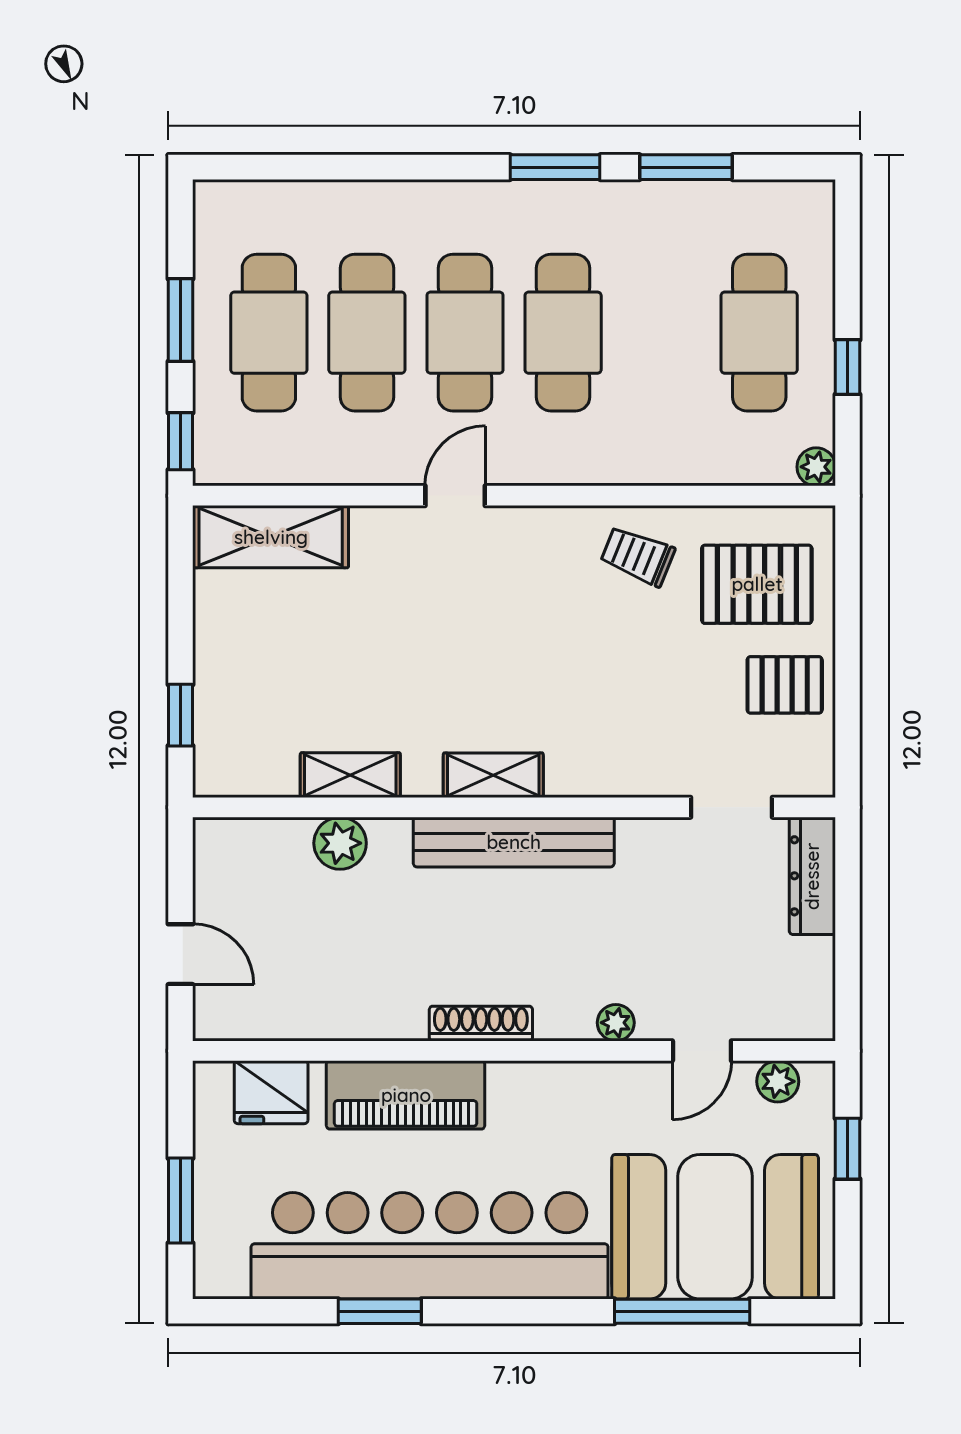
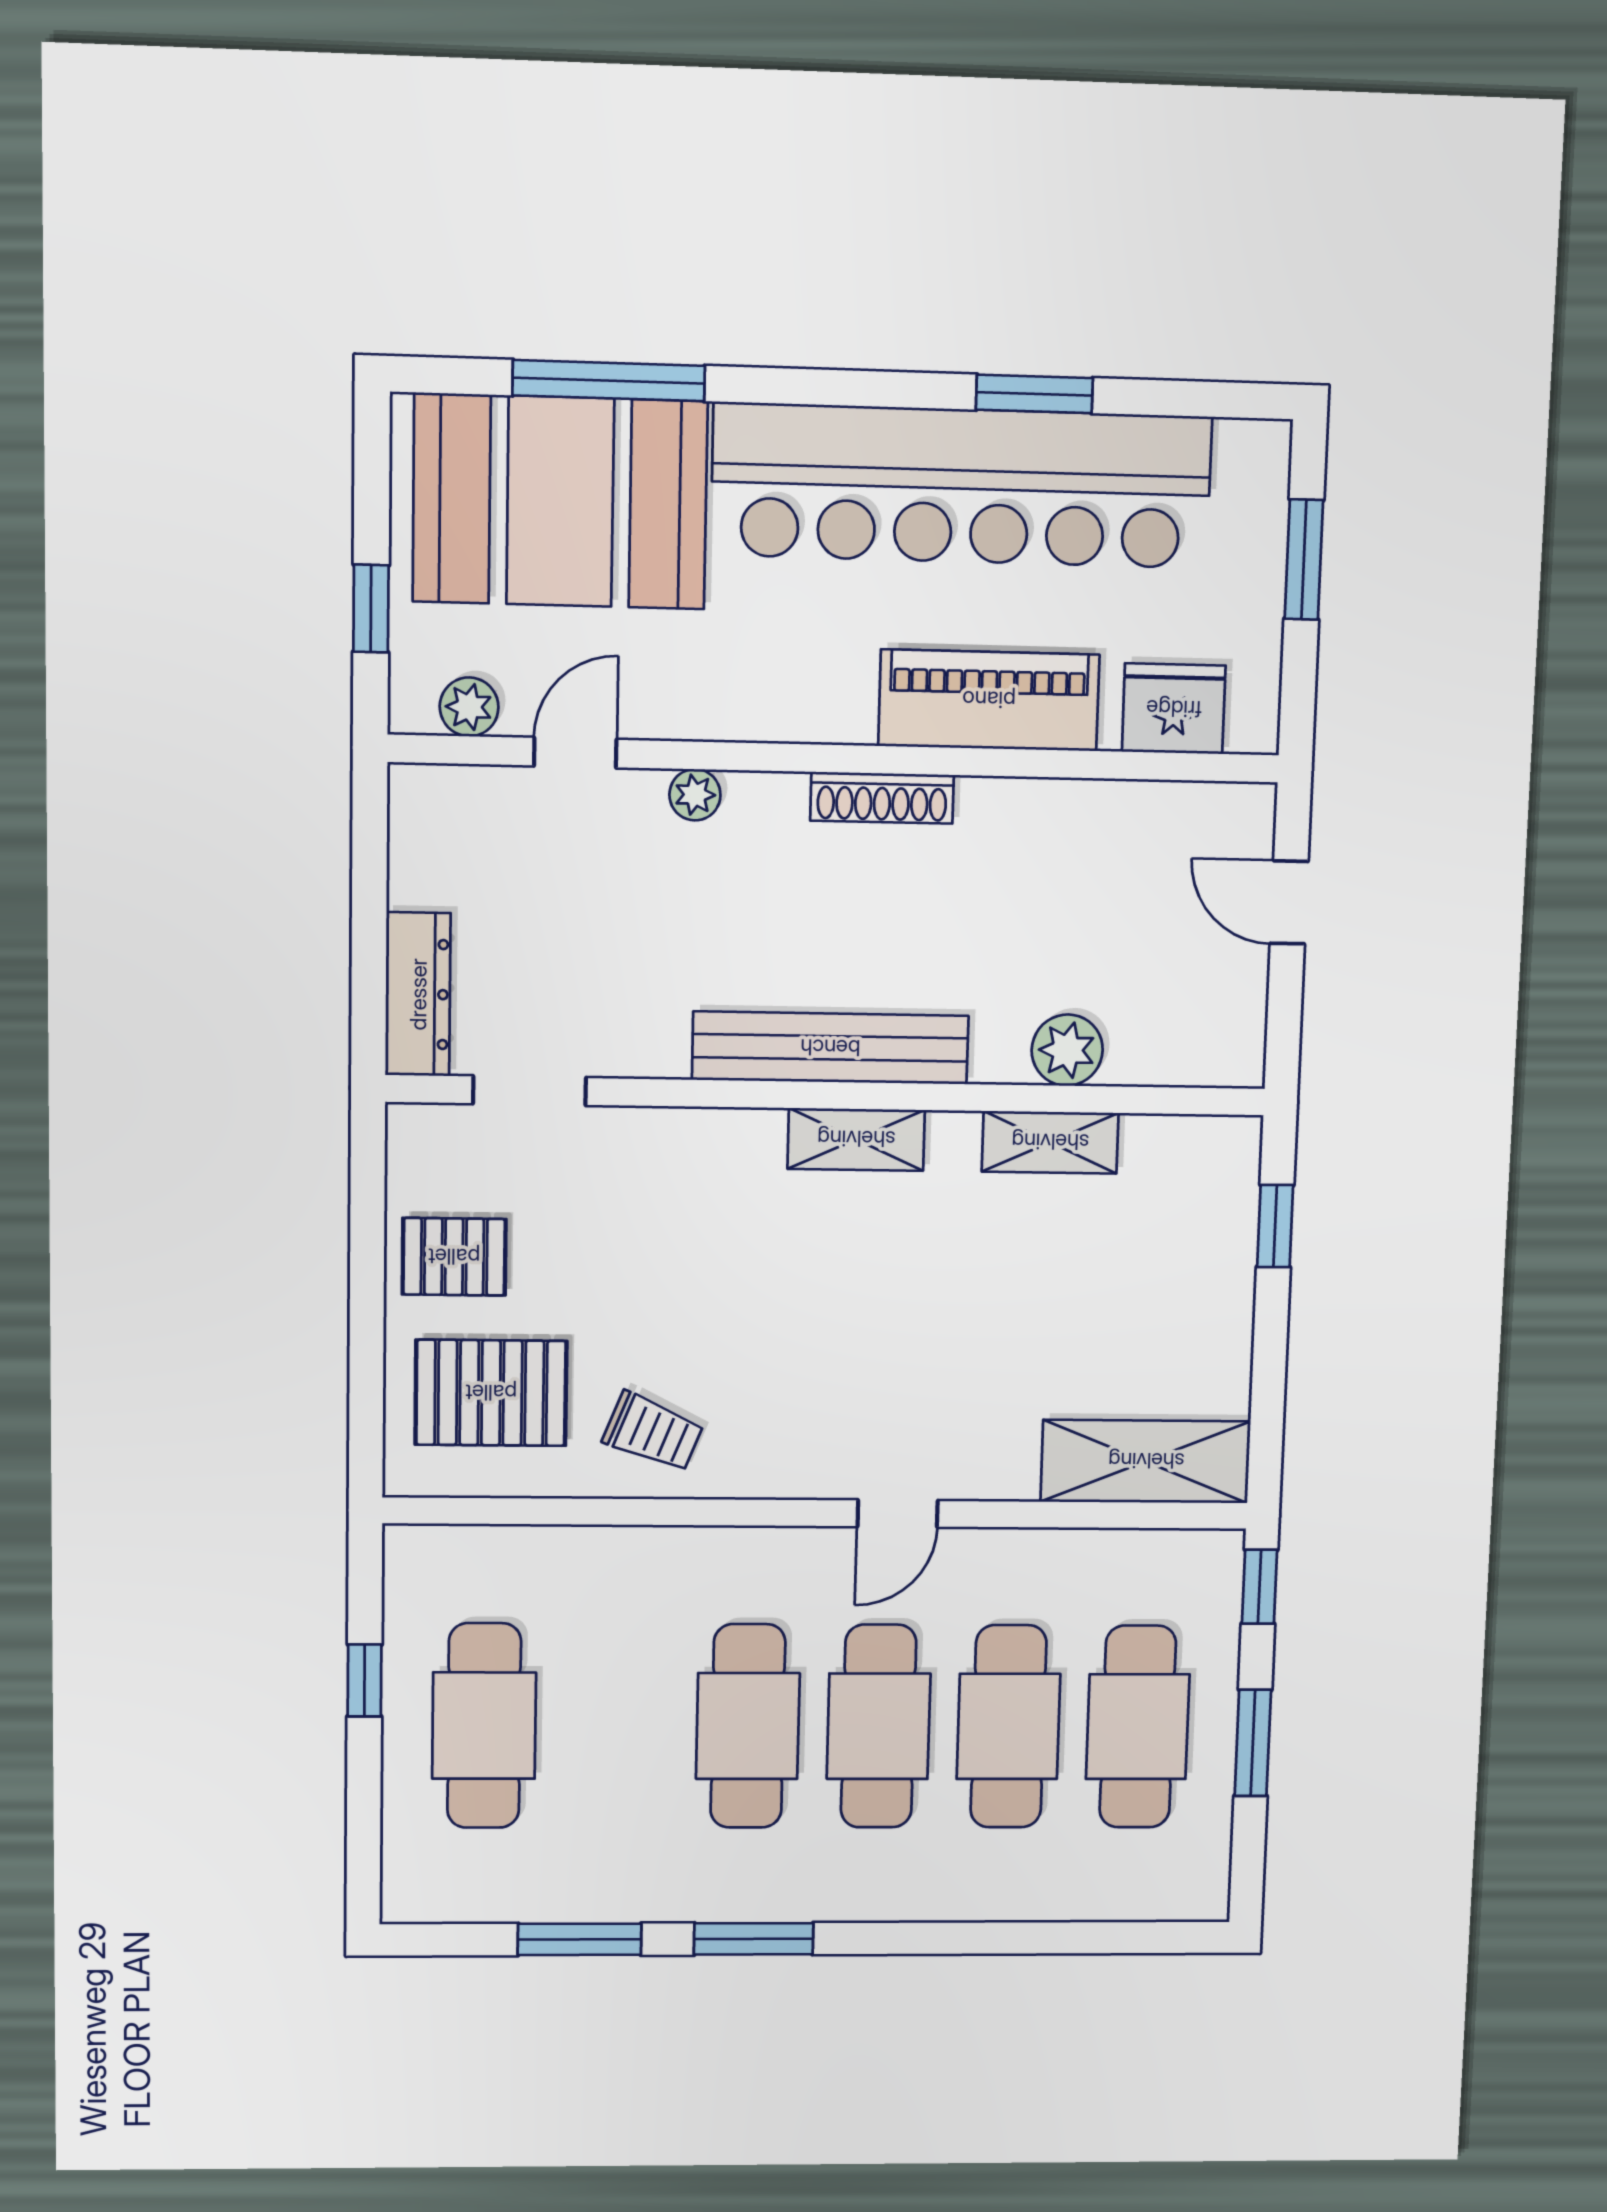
plant: (816, 467) -> (408, 1549), removed

